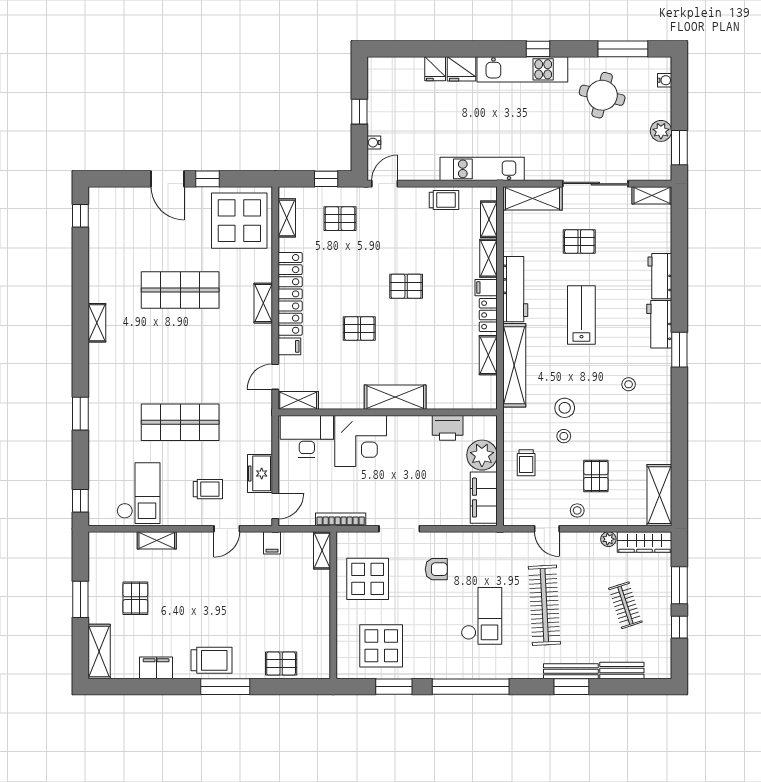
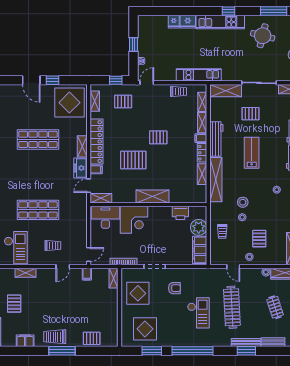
pallet: (359, 329) -> (133, 160), width x1.50, depth x1.42
freezer: (260, 473) -> (80, 168), moved
trolley: (211, 660) -> (55, 337), turned 180

